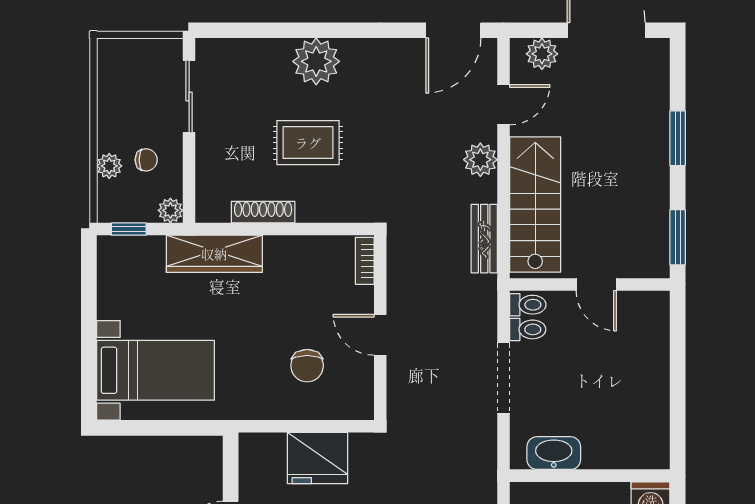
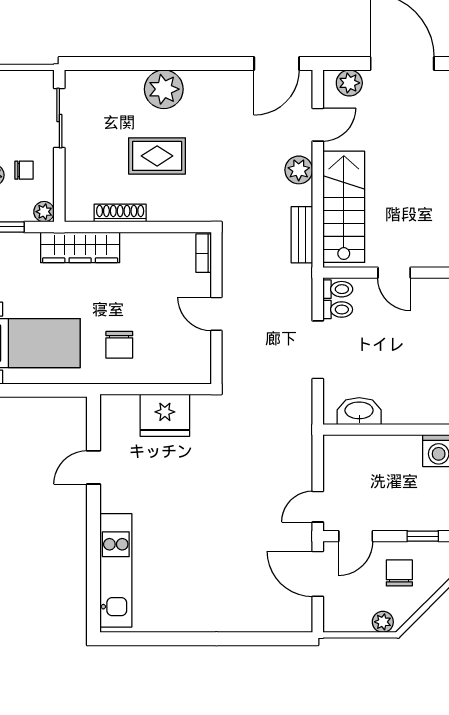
chair: (307, 366) -> (119, 345), moved

